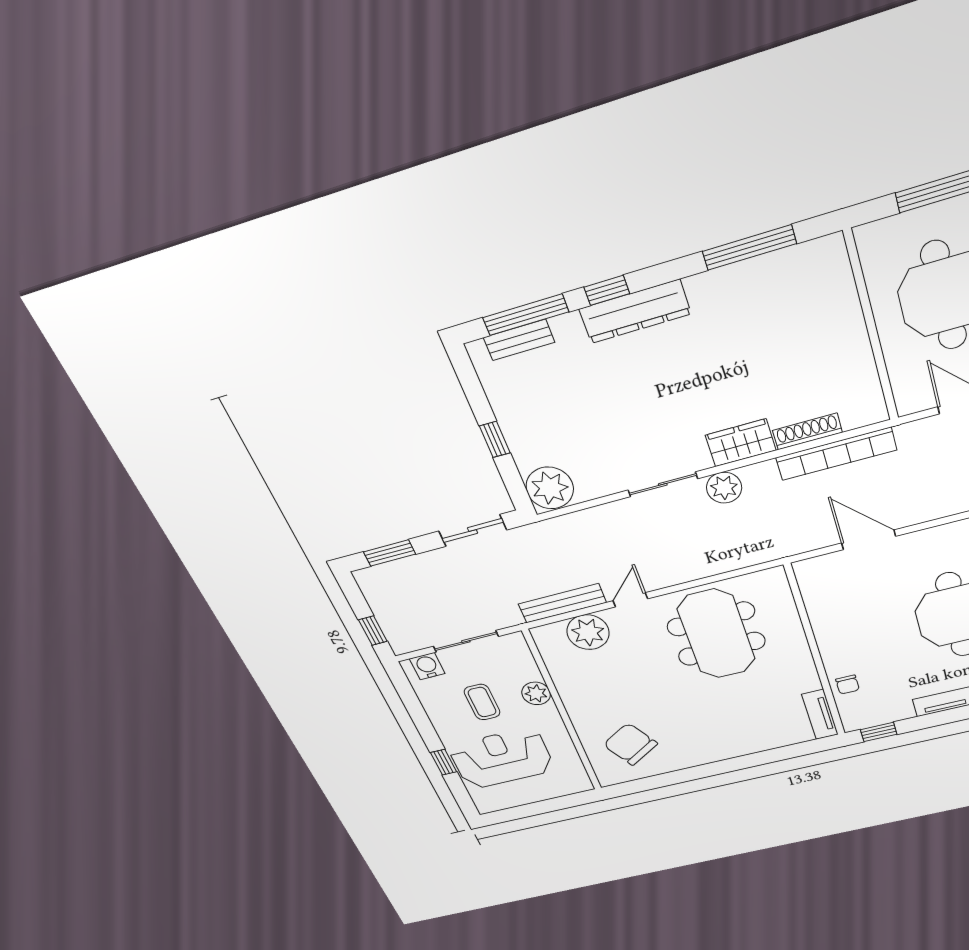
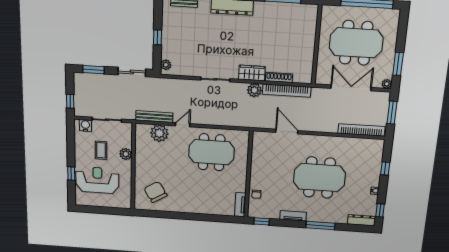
plant: (550, 488) -> (166, 65), width x0.53, depth x0.53
plant: (724, 488) -> (254, 90), moved
meeting table: (716, 634) -> (211, 152), turned 90

